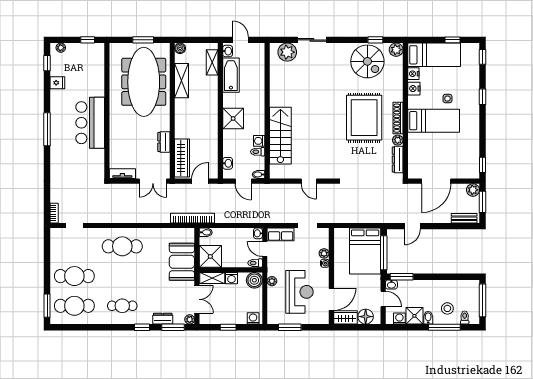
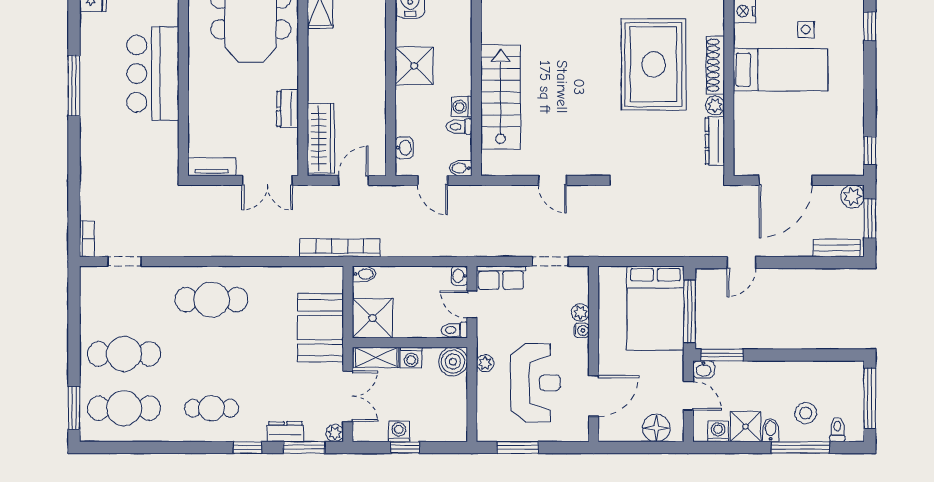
wardrobe: (345, 317) -> (619, 429), removed
washing machine: (253, 318) -> (399, 431), moved

